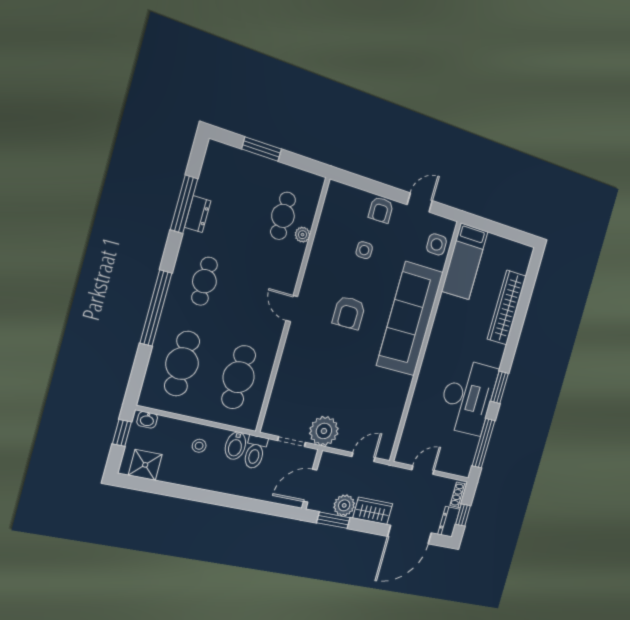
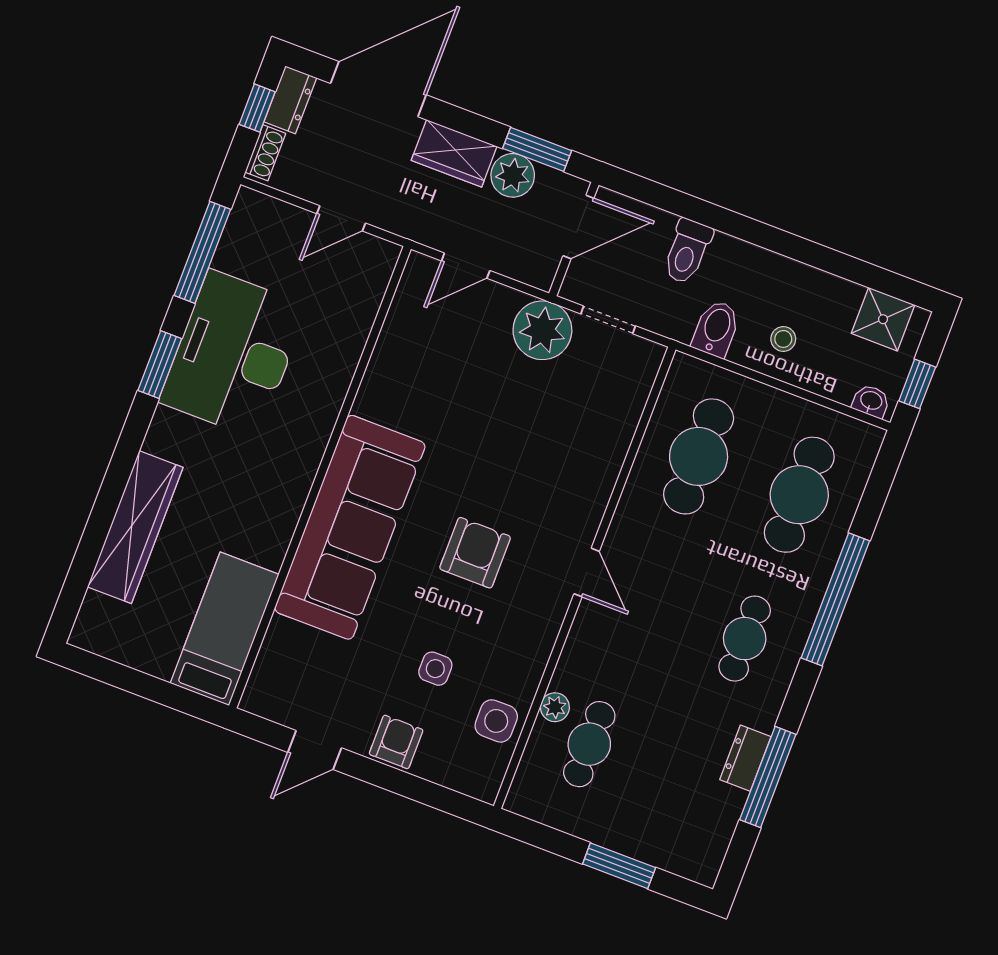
side table: (437, 244) -> (496, 721), moved
toilet: (255, 452) -> (687, 251), moved, turned 180

